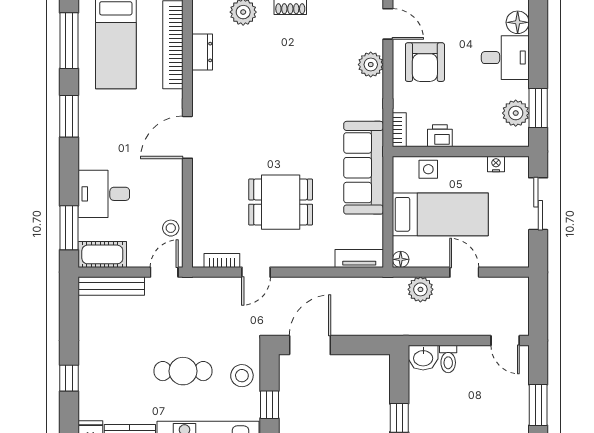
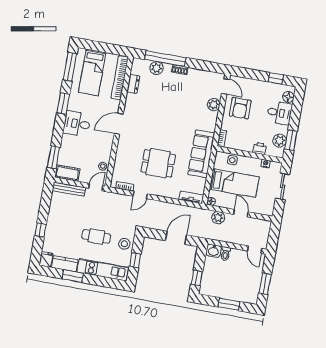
printer: (440, 136) -> (260, 148), moved
desk: (104, 194) -> (77, 124), moved
door: (310, 345) -> (176, 238), moved

